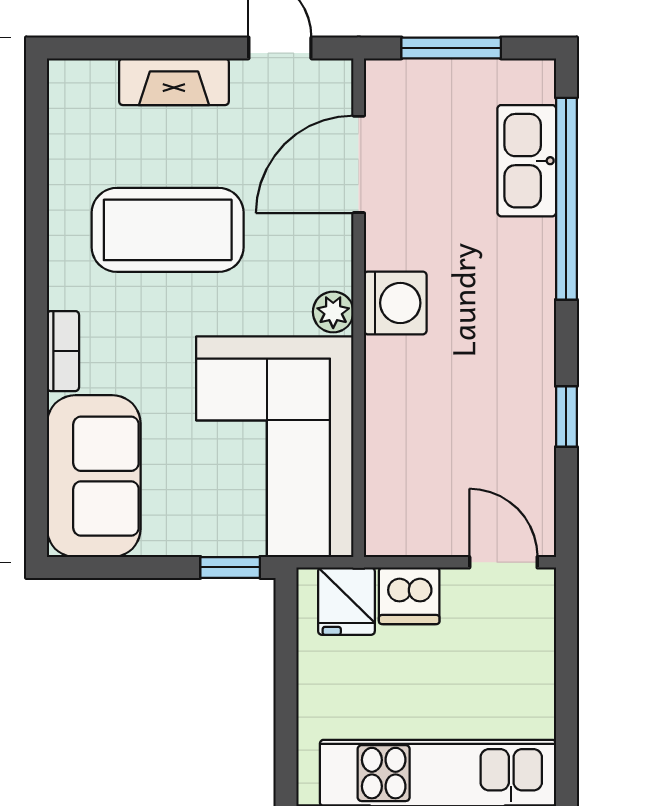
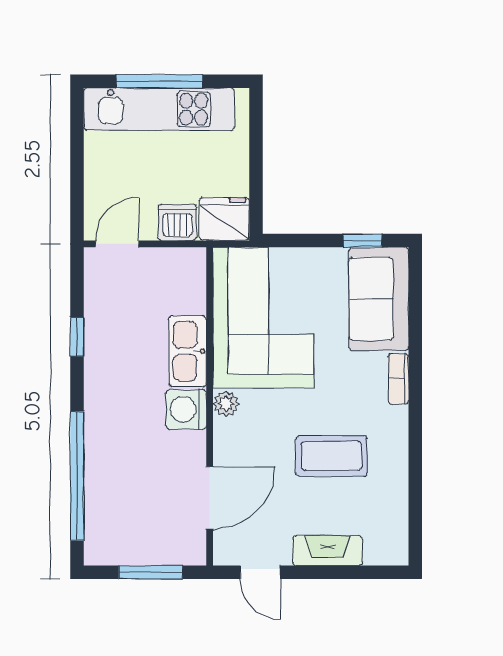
kitchen sink: (527, 161) -> (188, 351), moved, turned 180
coffee table: (168, 230) -> (332, 456), width x0.73, depth x0.76
door: (503, 562) -> (117, 244), swing flipped
window: (230, 567) -> (363, 241), moved
fridge: (346, 601) -> (224, 219), width x1.38

